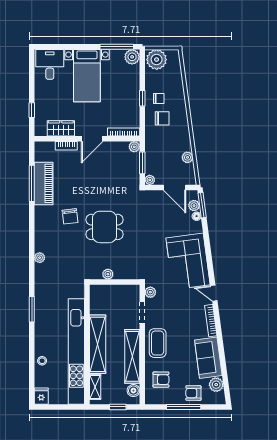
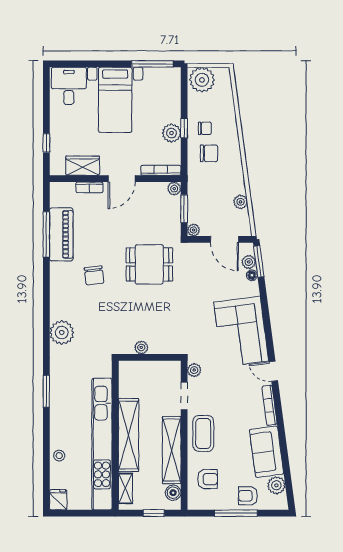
plant: (132, 57) -> (171, 133), moved
dining table: (104, 227) -> (149, 264), moved
plant: (40, 258) -> (62, 333), width x1.87, depth x1.87

